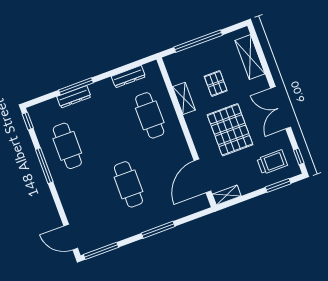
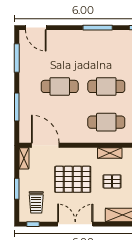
cafe table: (67, 146) -> (106, 86), moved
window: (278, 185) -> (17, 189), moved
window: (158, 230) -> (17, 107), moved
door: (71, 237) -> (36, 28), swing flipped
window: (101, 251) -> (17, 58), moved

